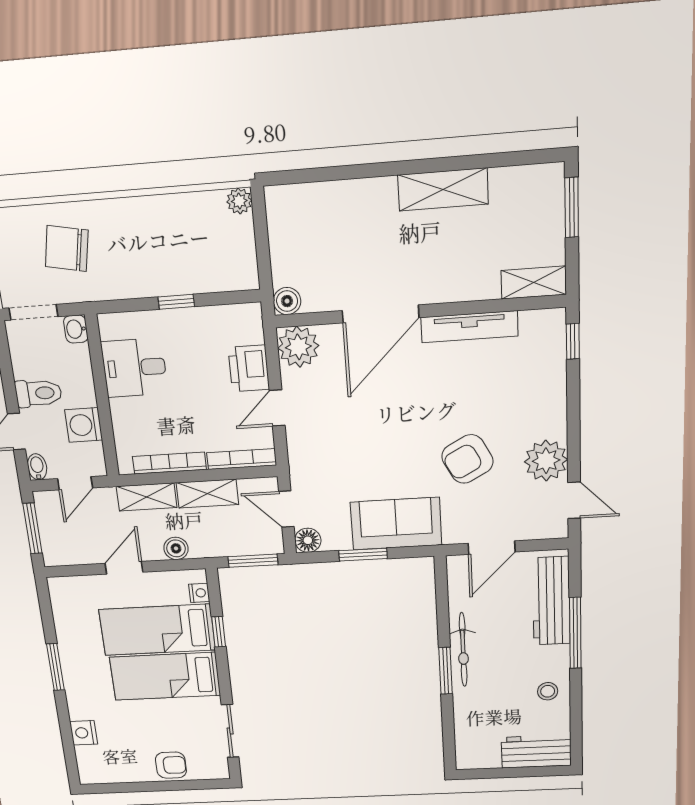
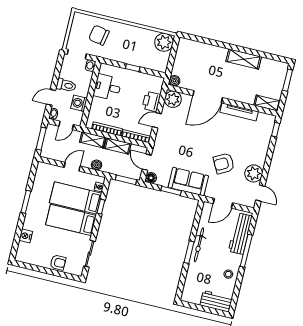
plant: (239, 201) -> (164, 42), width x1.88, depth x1.88

